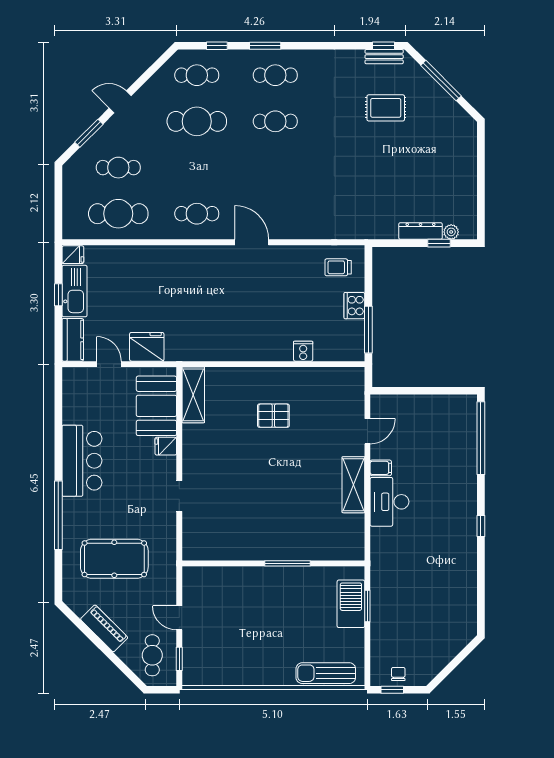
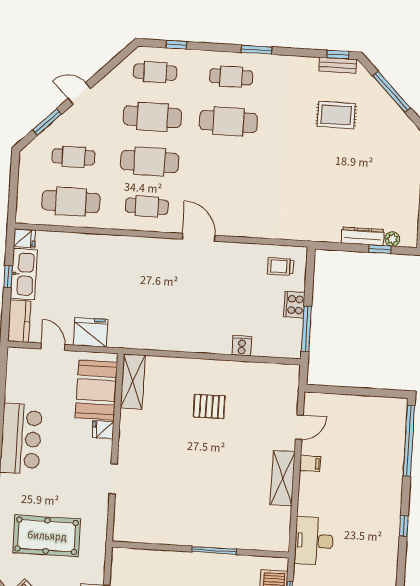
window: (265, 46) -> (257, 50), moved
cafe table: (275, 121) -> (228, 121), width x1.37, depth x1.35
cafe table: (197, 168) -> (150, 162), added
desk: (389, 502) -> (314, 541), moved

